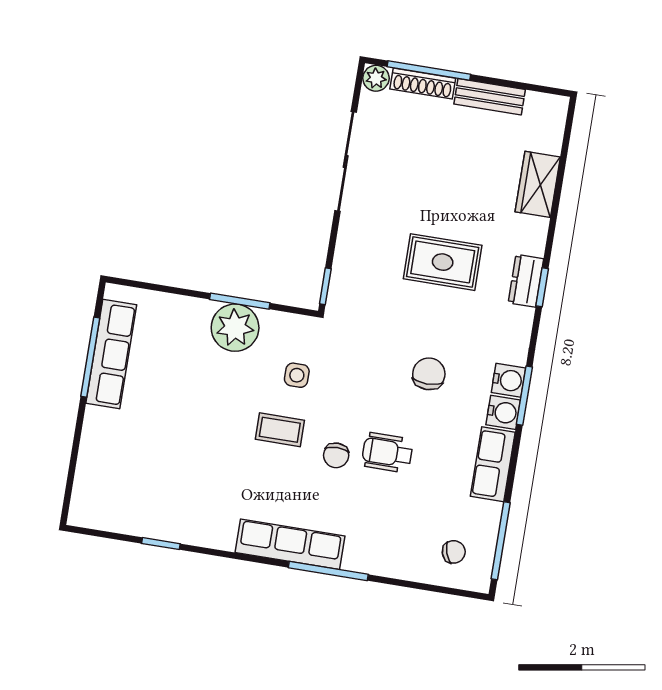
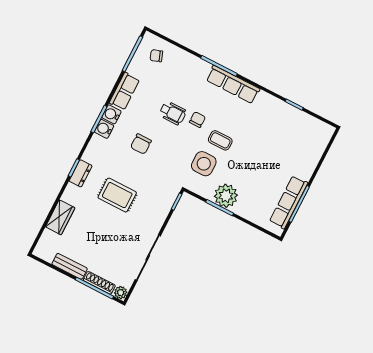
side table: (297, 375) -> (204, 164), width x1.87, depth x1.87

